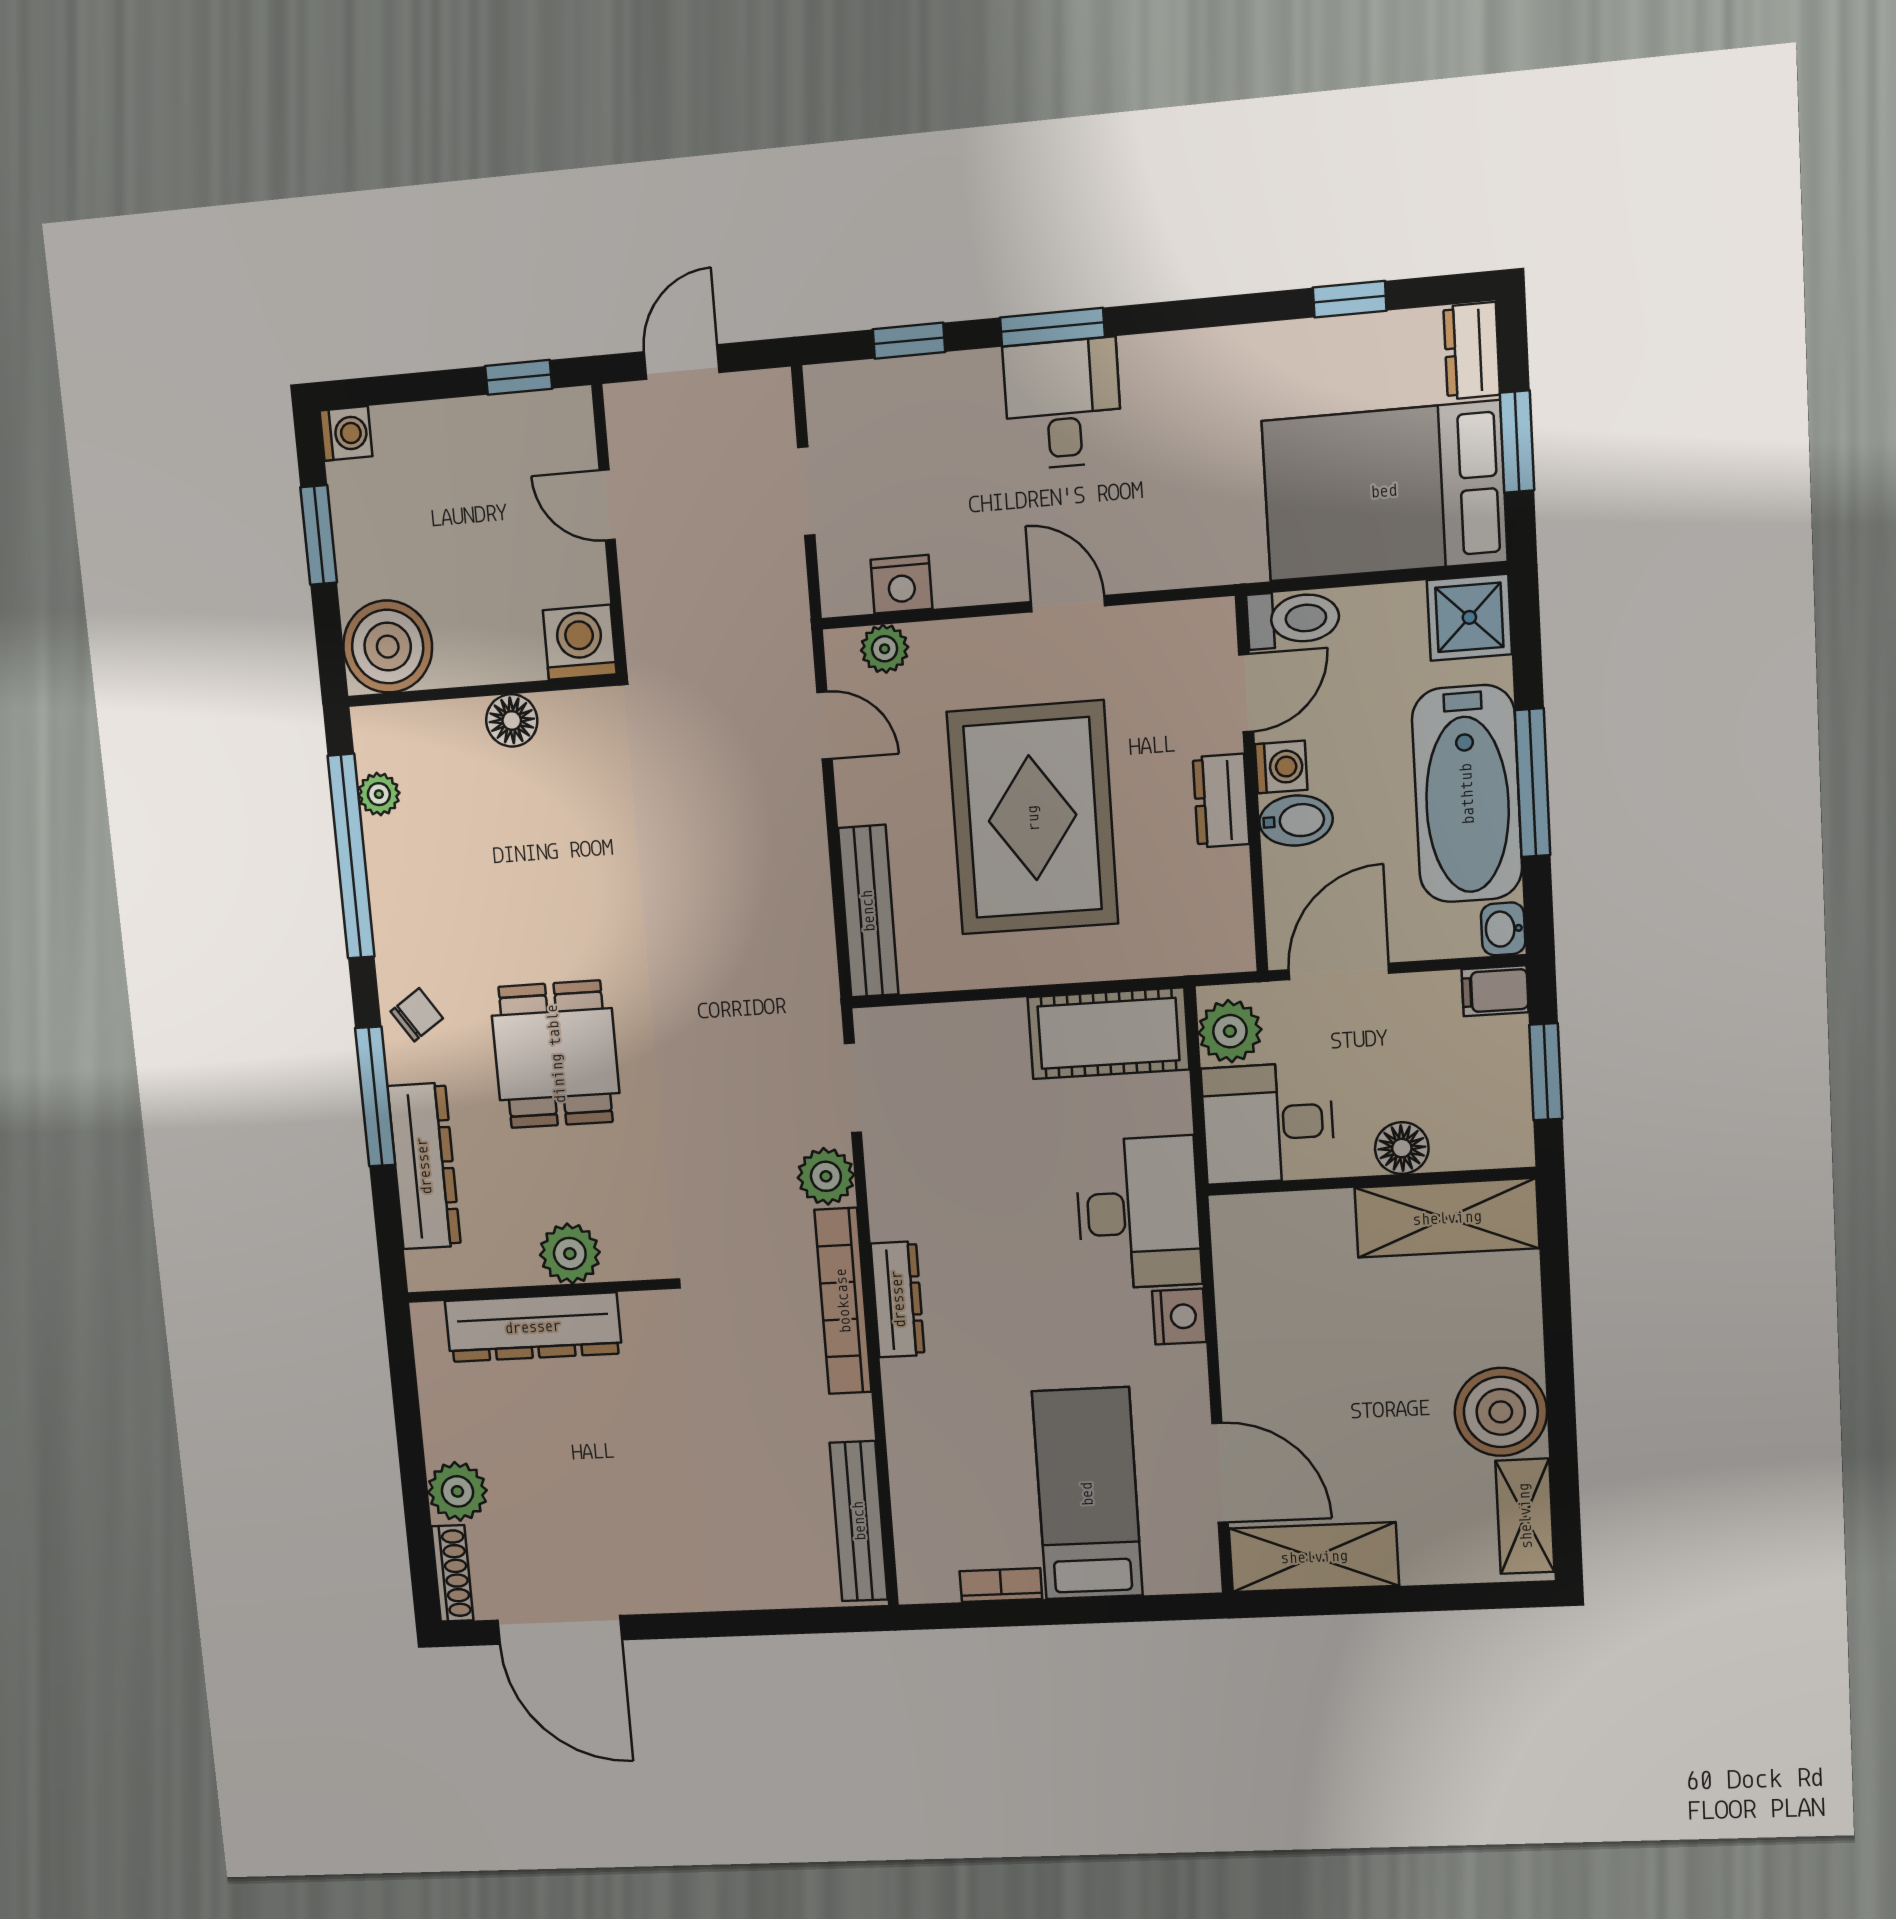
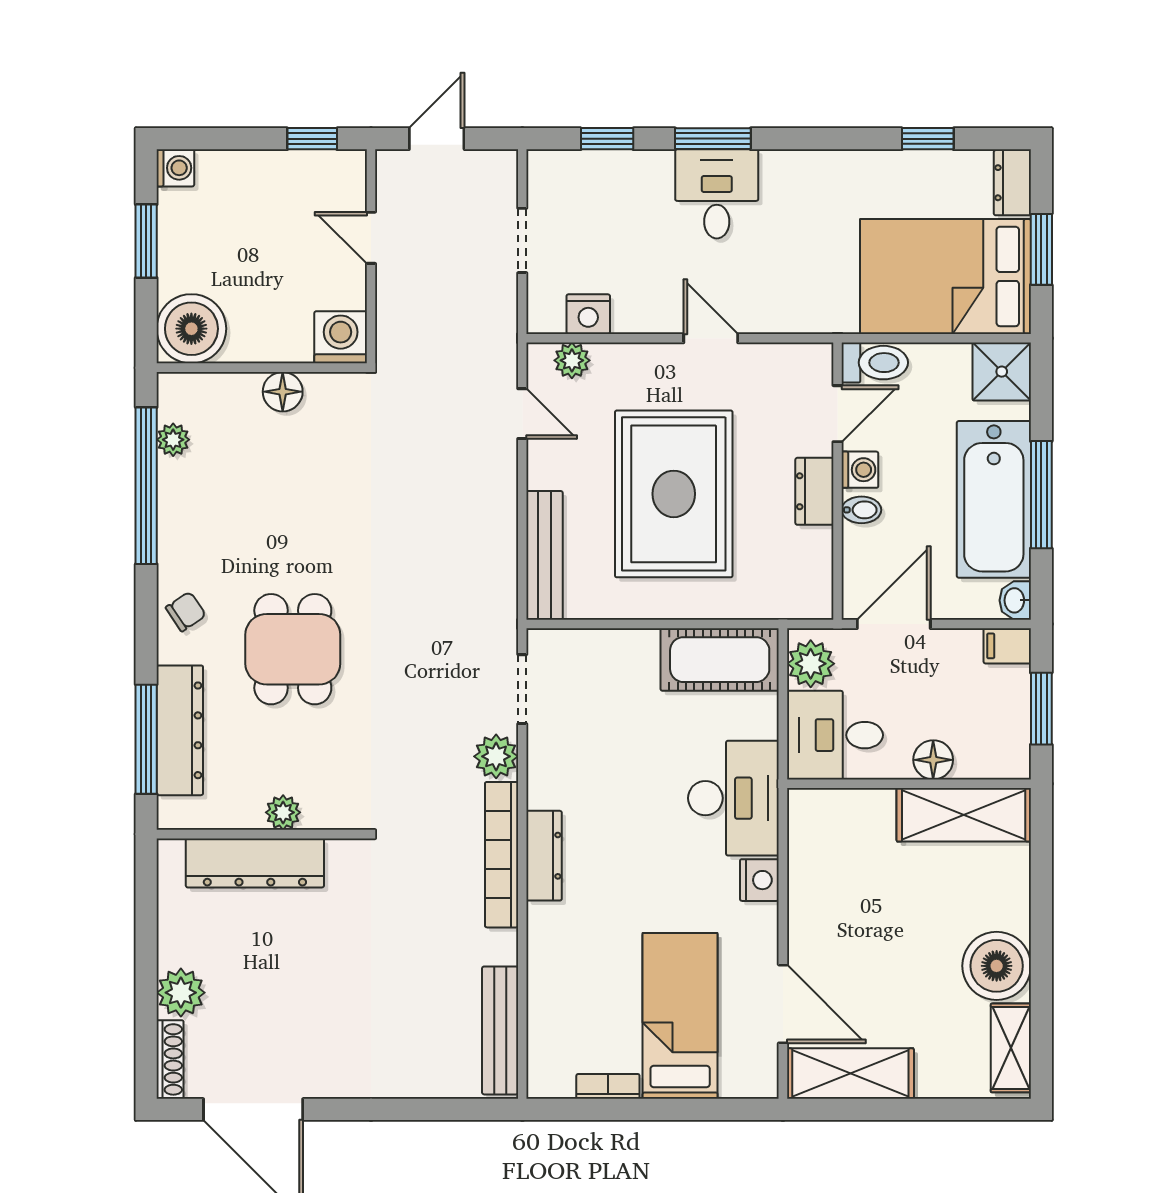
bidet: (1296, 820) -> (861, 510), width x0.72, depth x0.74
window: (375, 1097) -> (146, 739), moved
plant: (570, 1254) -> (283, 812), width x0.73, depth x0.73

